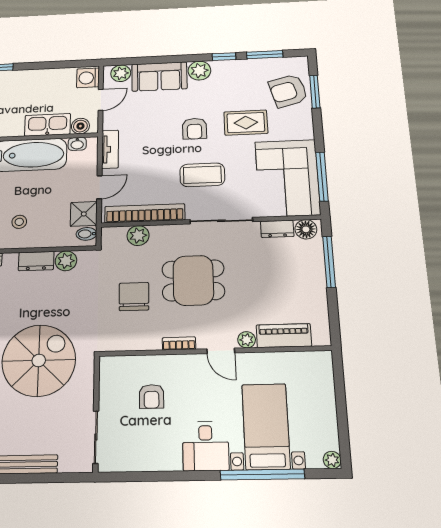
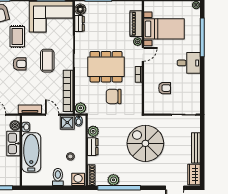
plant: (138, 236) -> (81, 108), moved
dining table: (193, 280) -> (106, 67), width x1.38
bed with nightstands: (266, 426) -> (164, 29), moved, turned 180

